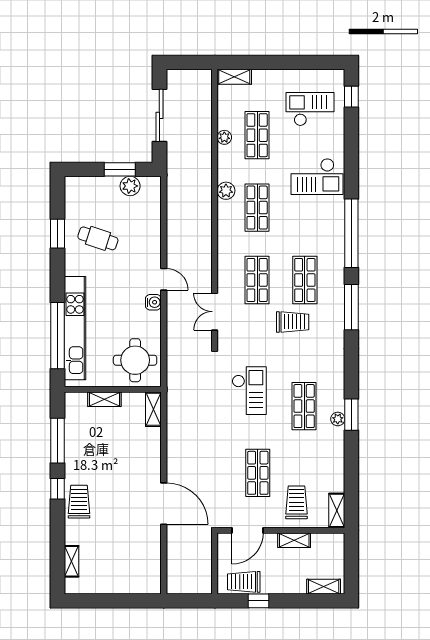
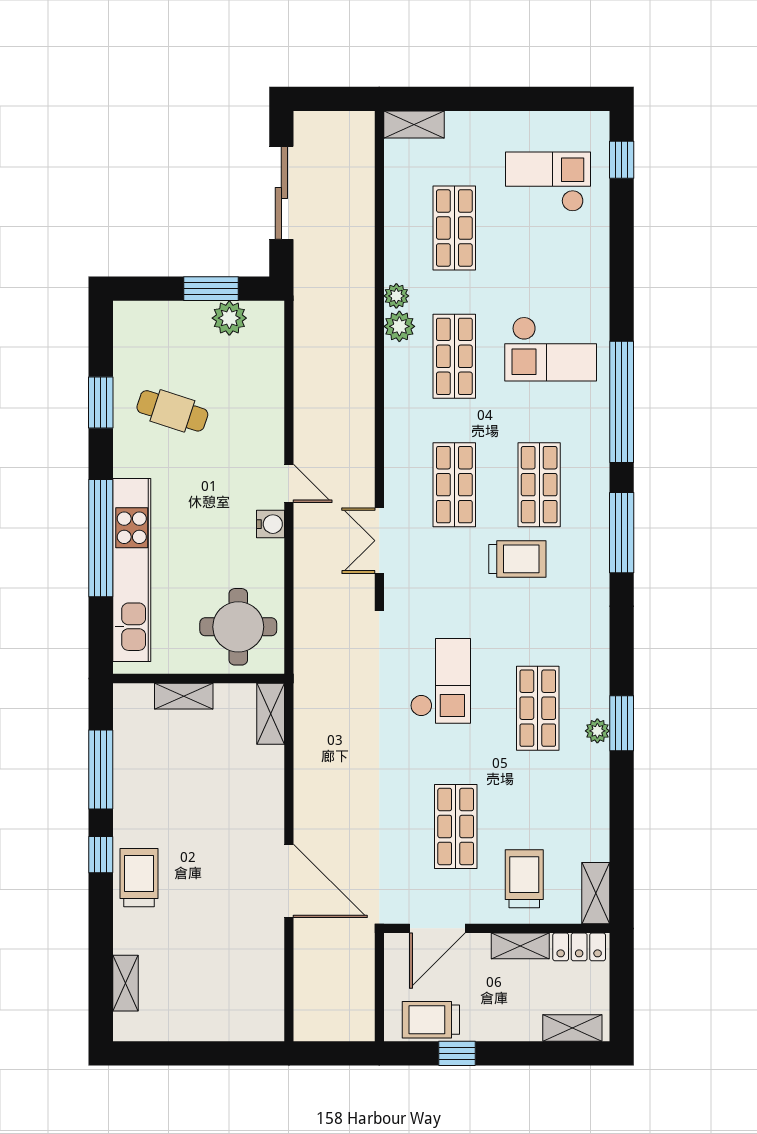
plant: (224, 137) -> (396, 296), moved
checkout: (317, 177) -> (551, 349), moved
window: (58, 336) -> (101, 538), moved
locker: (327, 541) -> (579, 947), added

